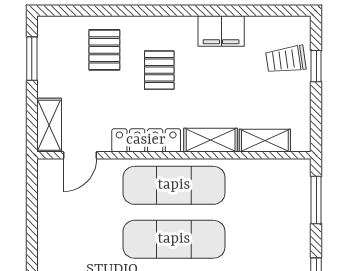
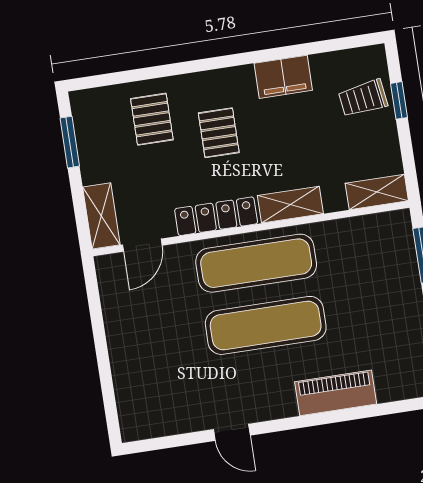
shelving: (265, 141) -> (377, 192), moved

